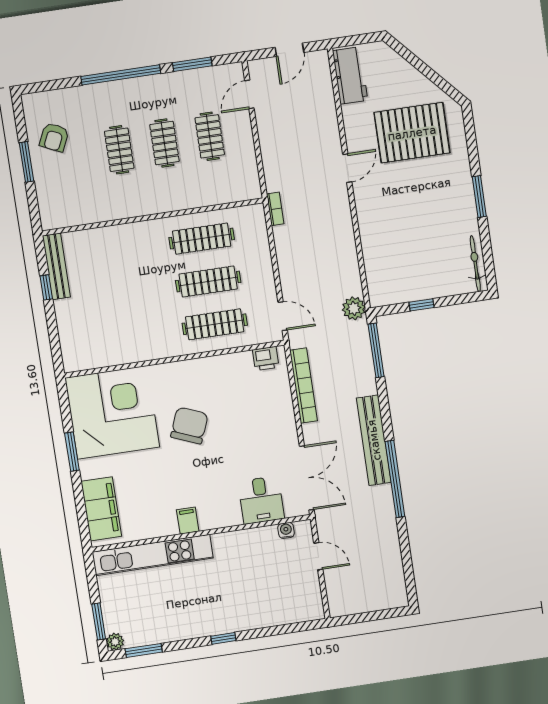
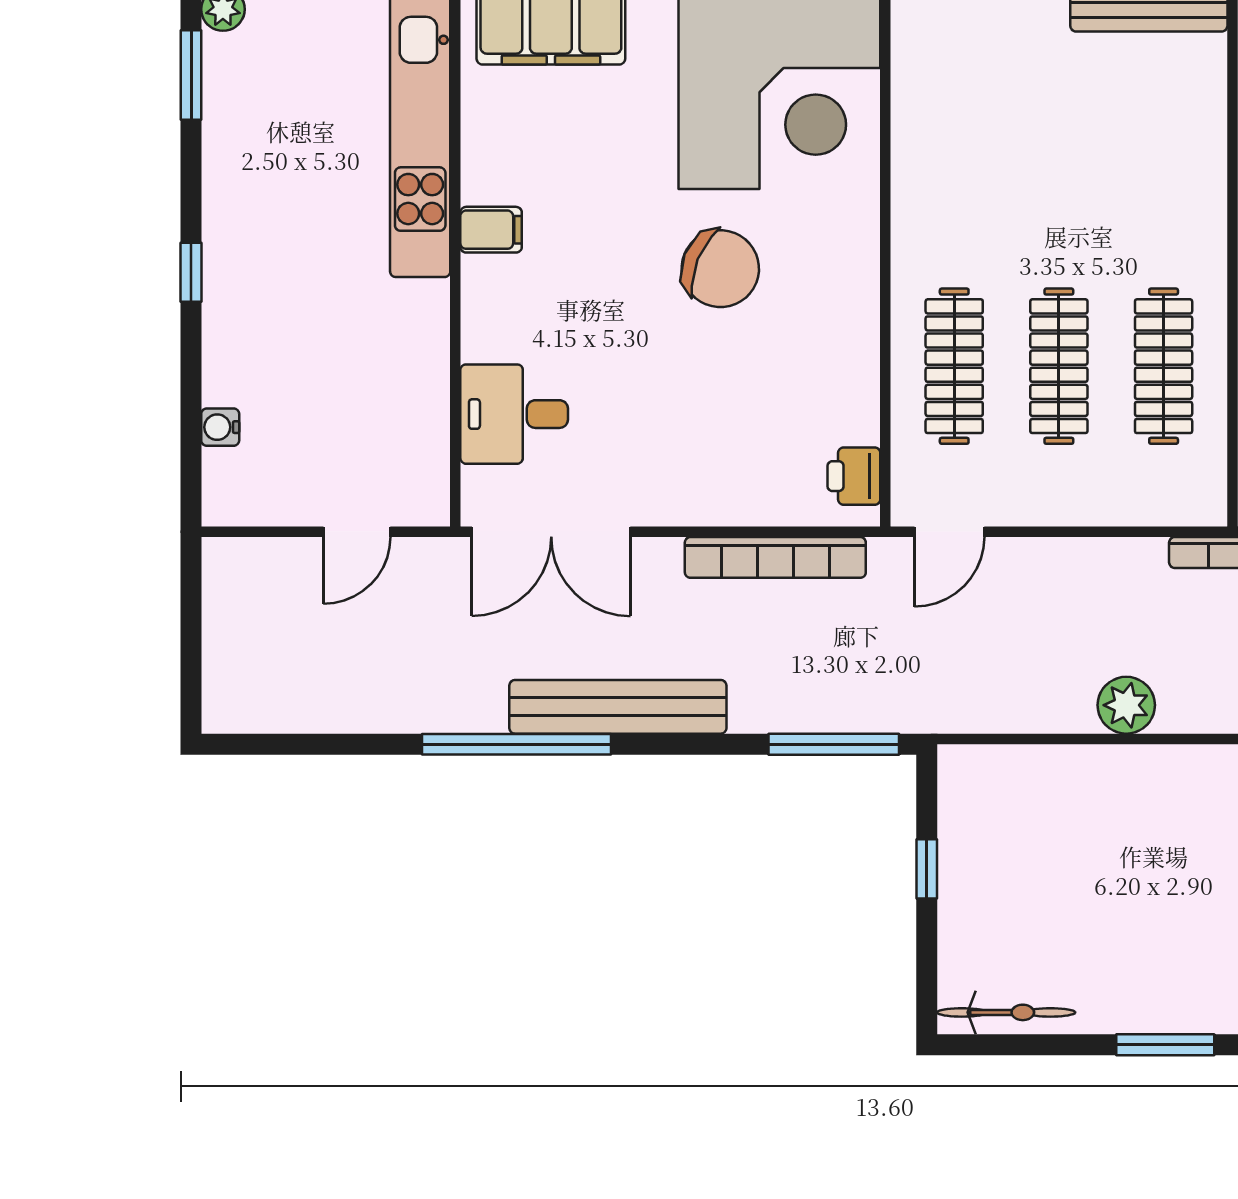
plant: (354, 308) -> (1126, 705), moved
water cooler: (286, 530) -> (220, 427), moved, turned 180

